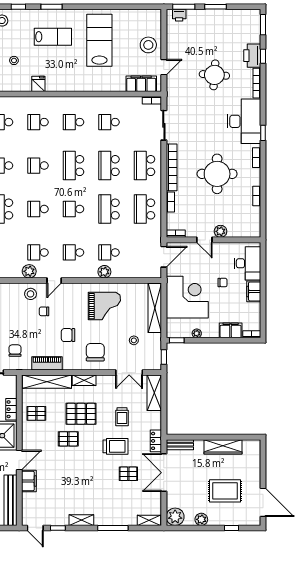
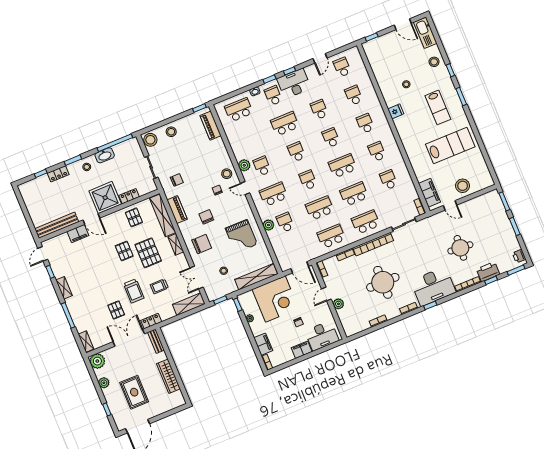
printer: (179, 15) -> (519, 256), moved
school desk: (73, 252) -> (274, 194), width x1.85

